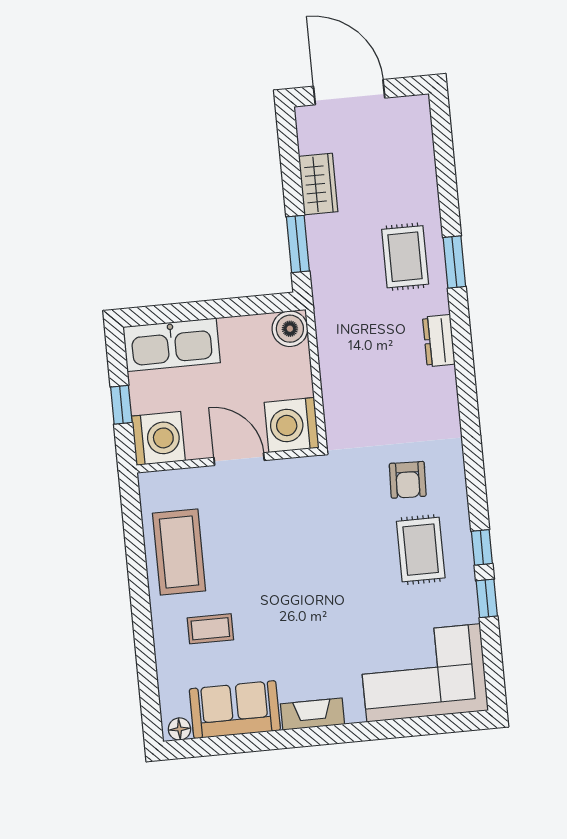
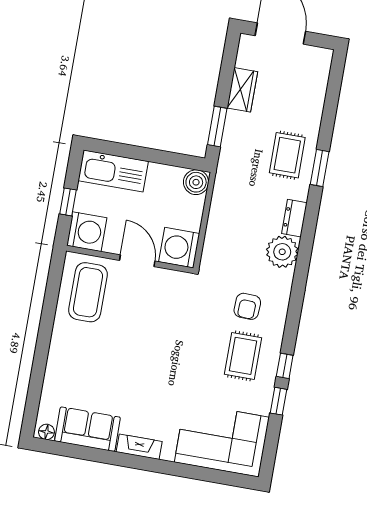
plant: (435, 391) -> (282, 252), added
coffee table: (179, 552) -> (88, 292), moved
coffee table: (210, 629) -> (86, 370), removed

